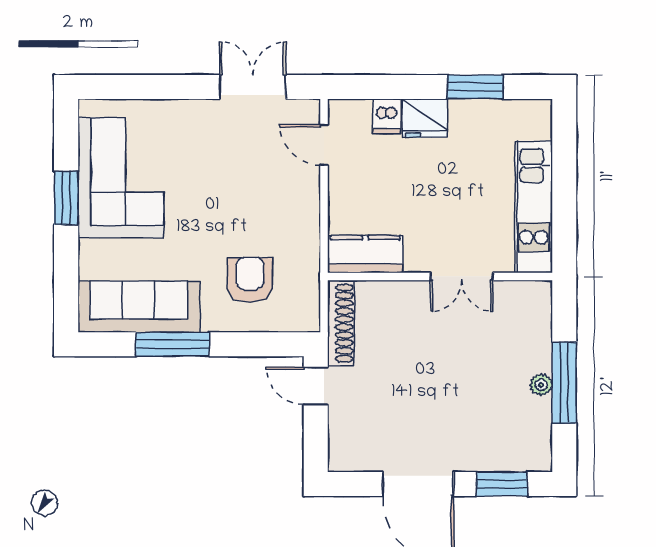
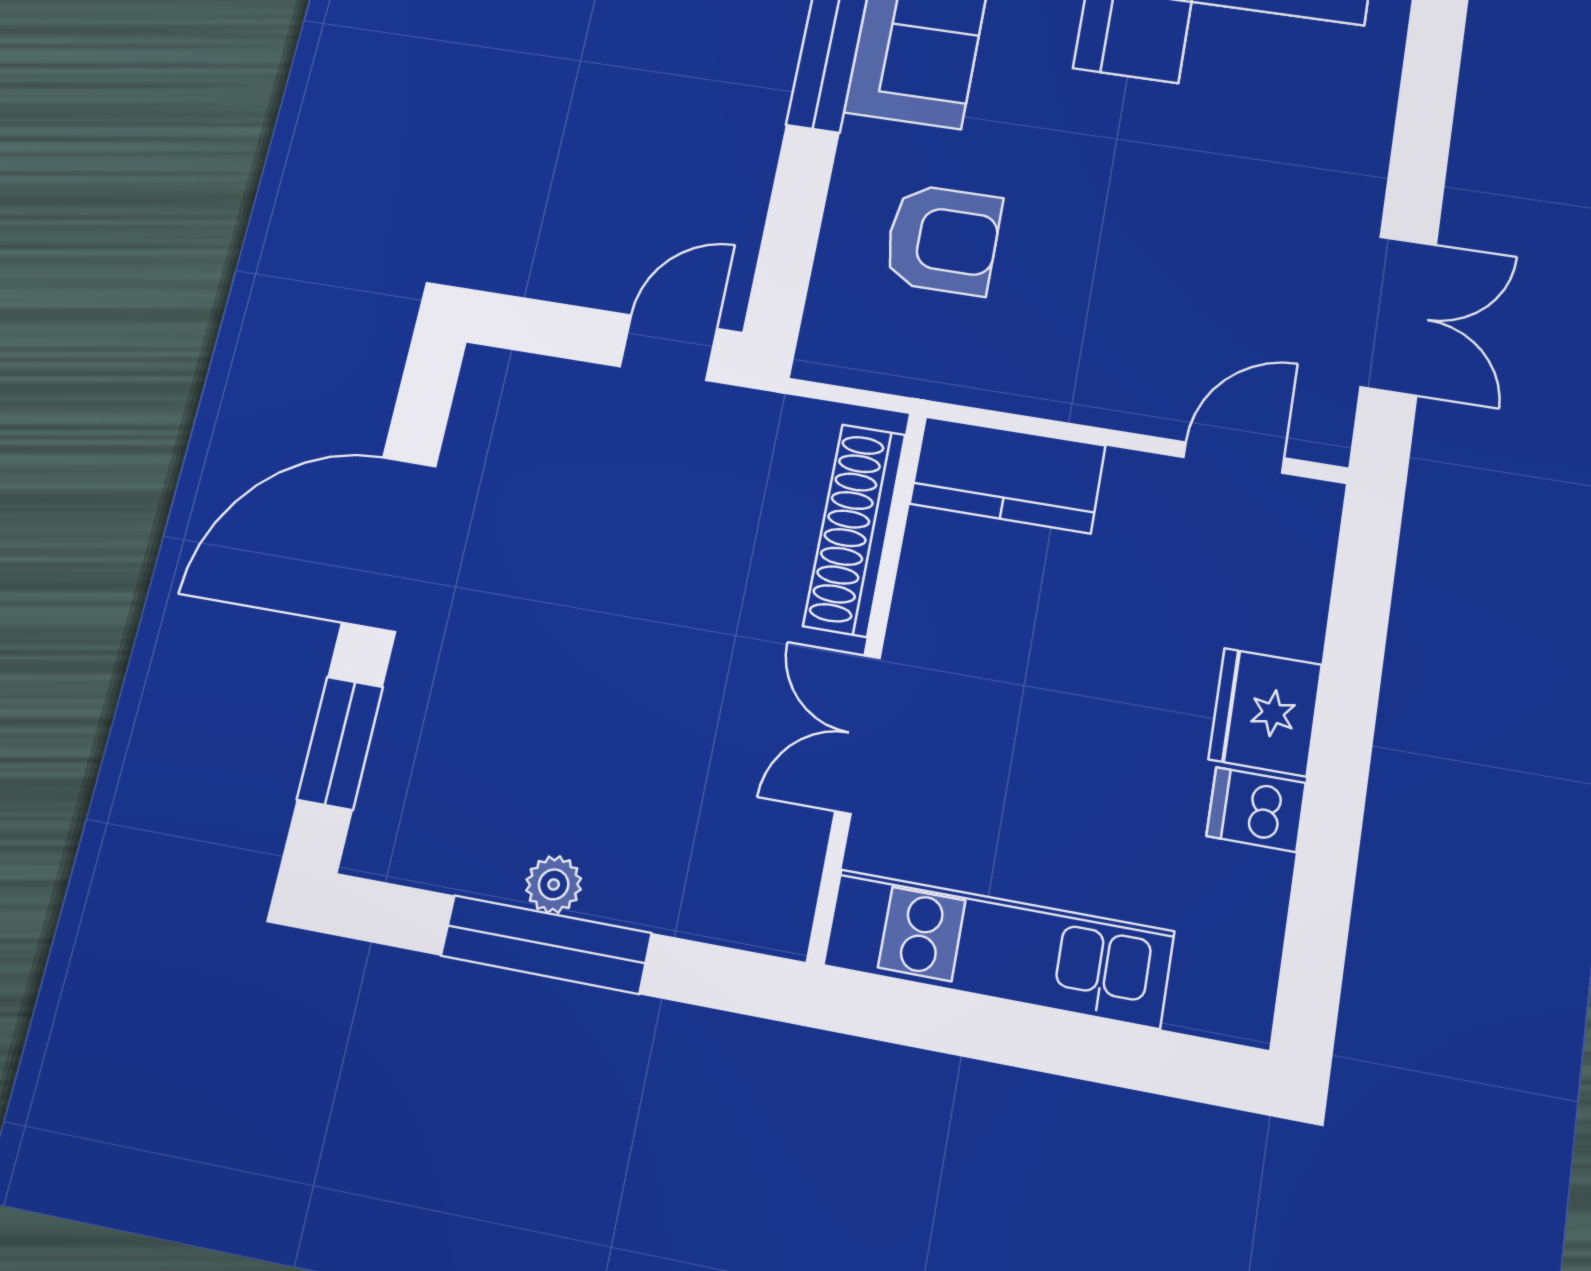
window: (475, 87) -> (1327, 853), removed
dishwasher: (386, 116) -> (1256, 809), moved
kitchen counter: (365, 254) -> (1007, 475), moved, turned 90
shoe rack: (341, 323) -> (855, 530), moved, turned 90

